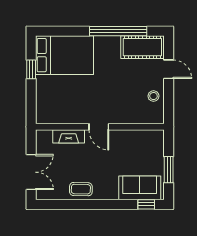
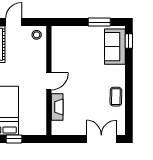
door: (99, 127) -> (49, 81), moved
wall: (100, 127) -> (49, 80), moved
fireplace: (69, 136) -> (57, 107), moved

